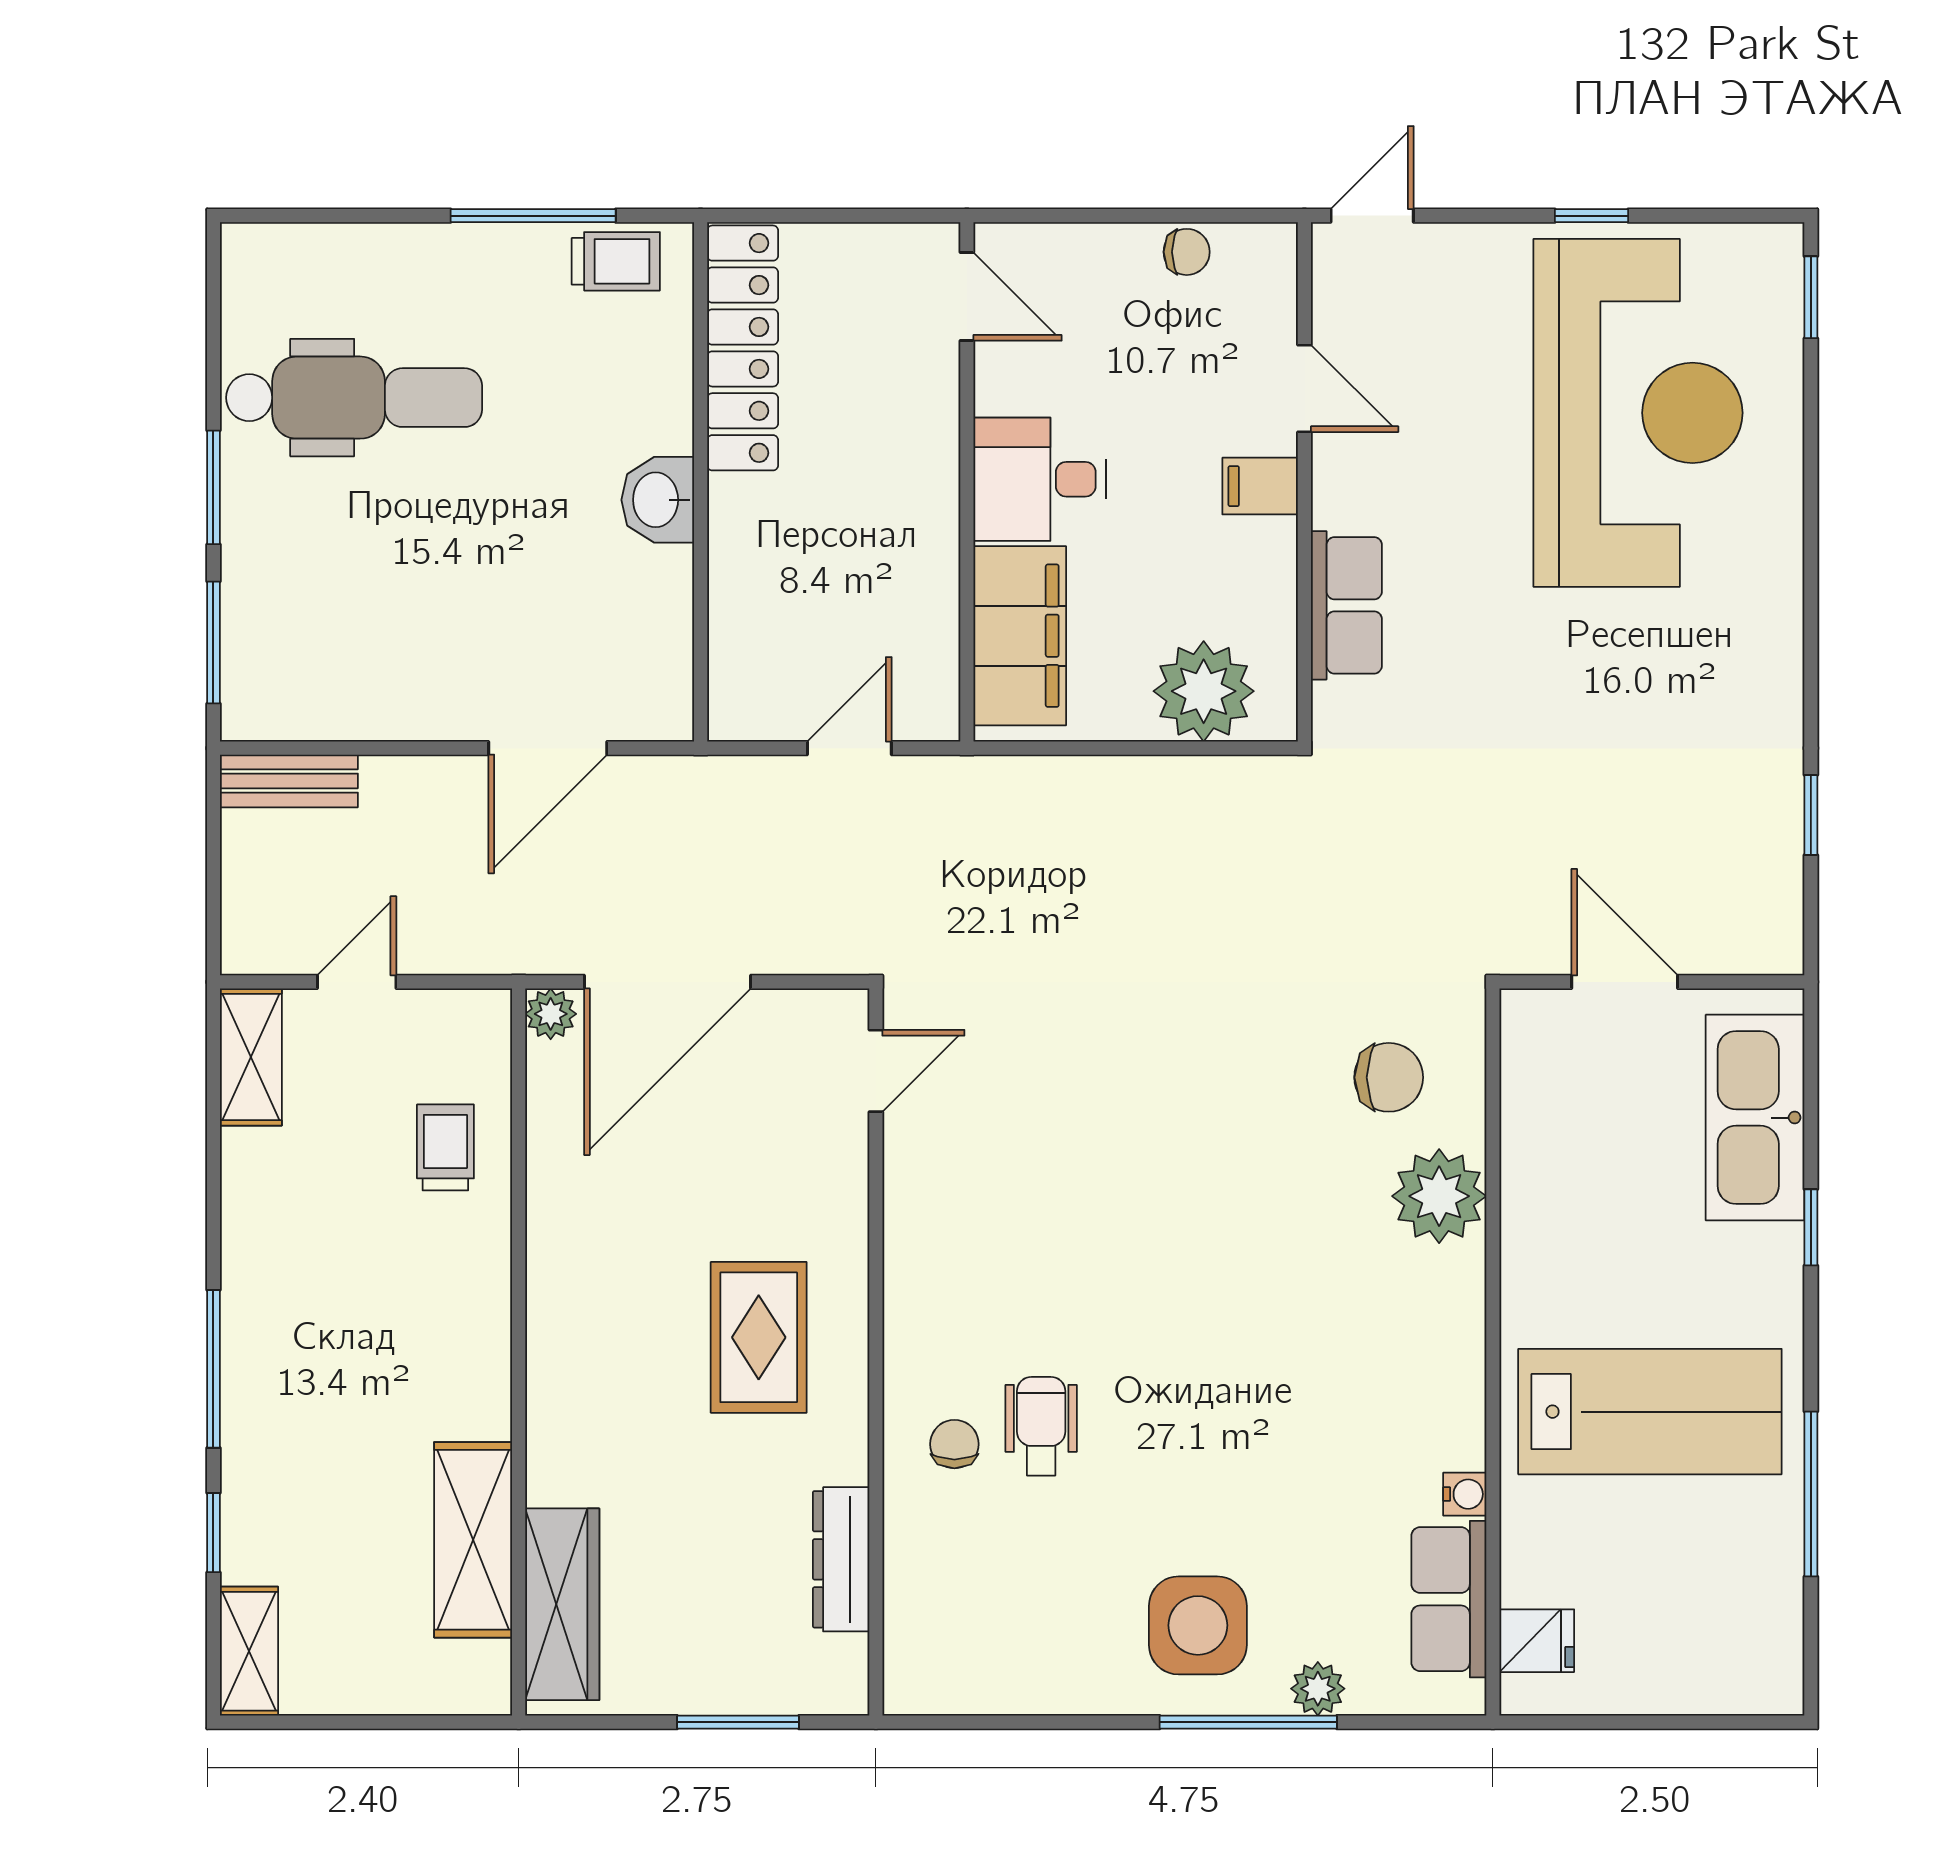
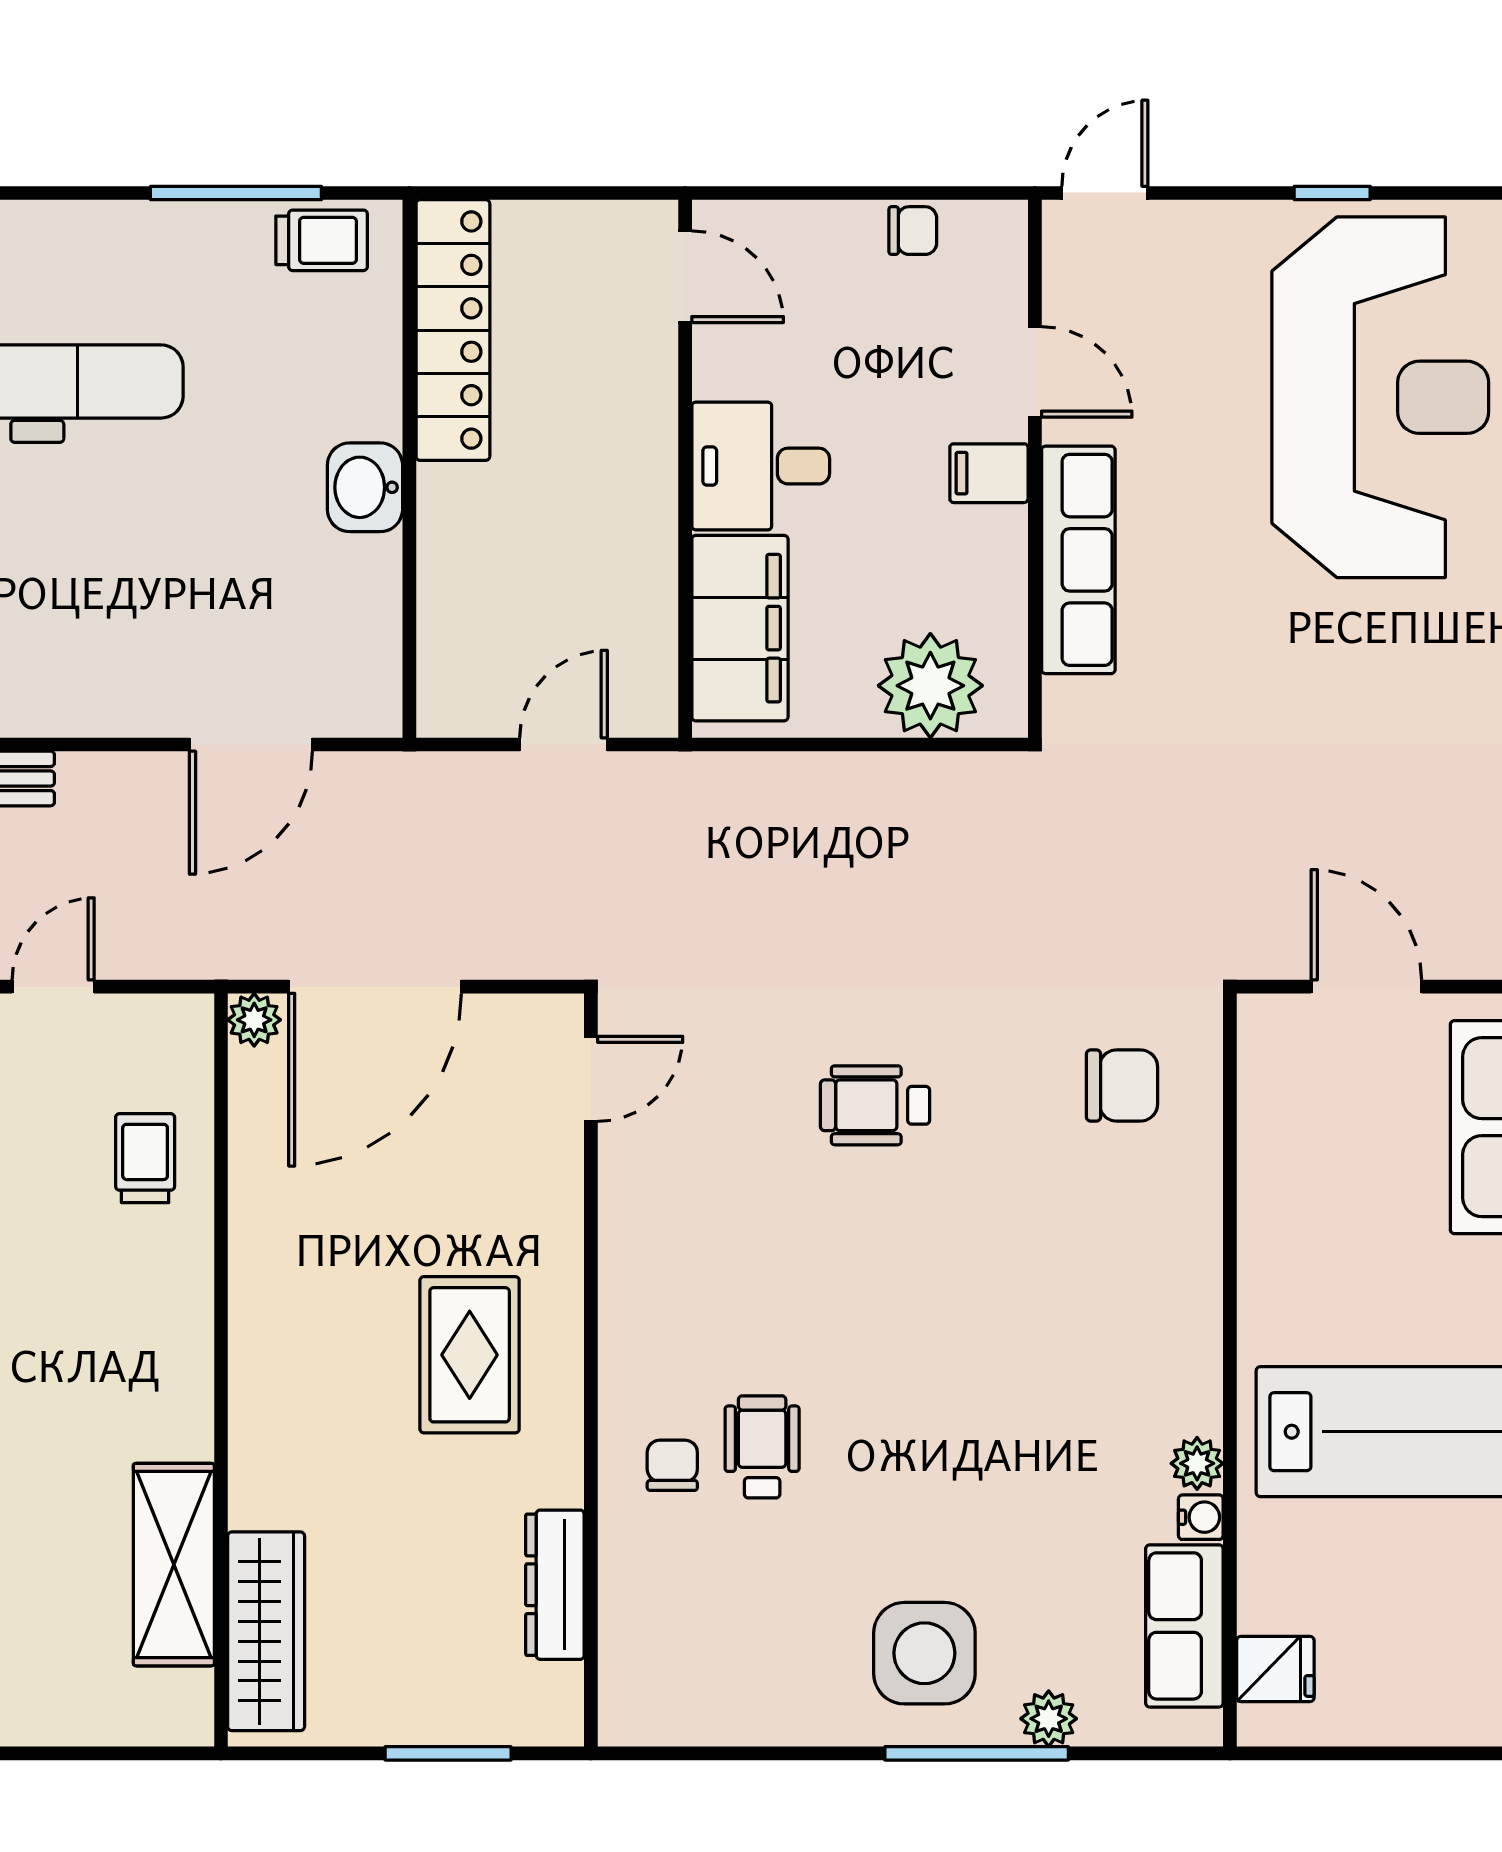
row of seats: (1346, 605) -> (1078, 560), width x1.48
wheelchair: (1150, 1096) -> (875, 1105), added
plant: (1439, 1196) -> (1197, 1463), moved, width x0.53, depth x0.53

